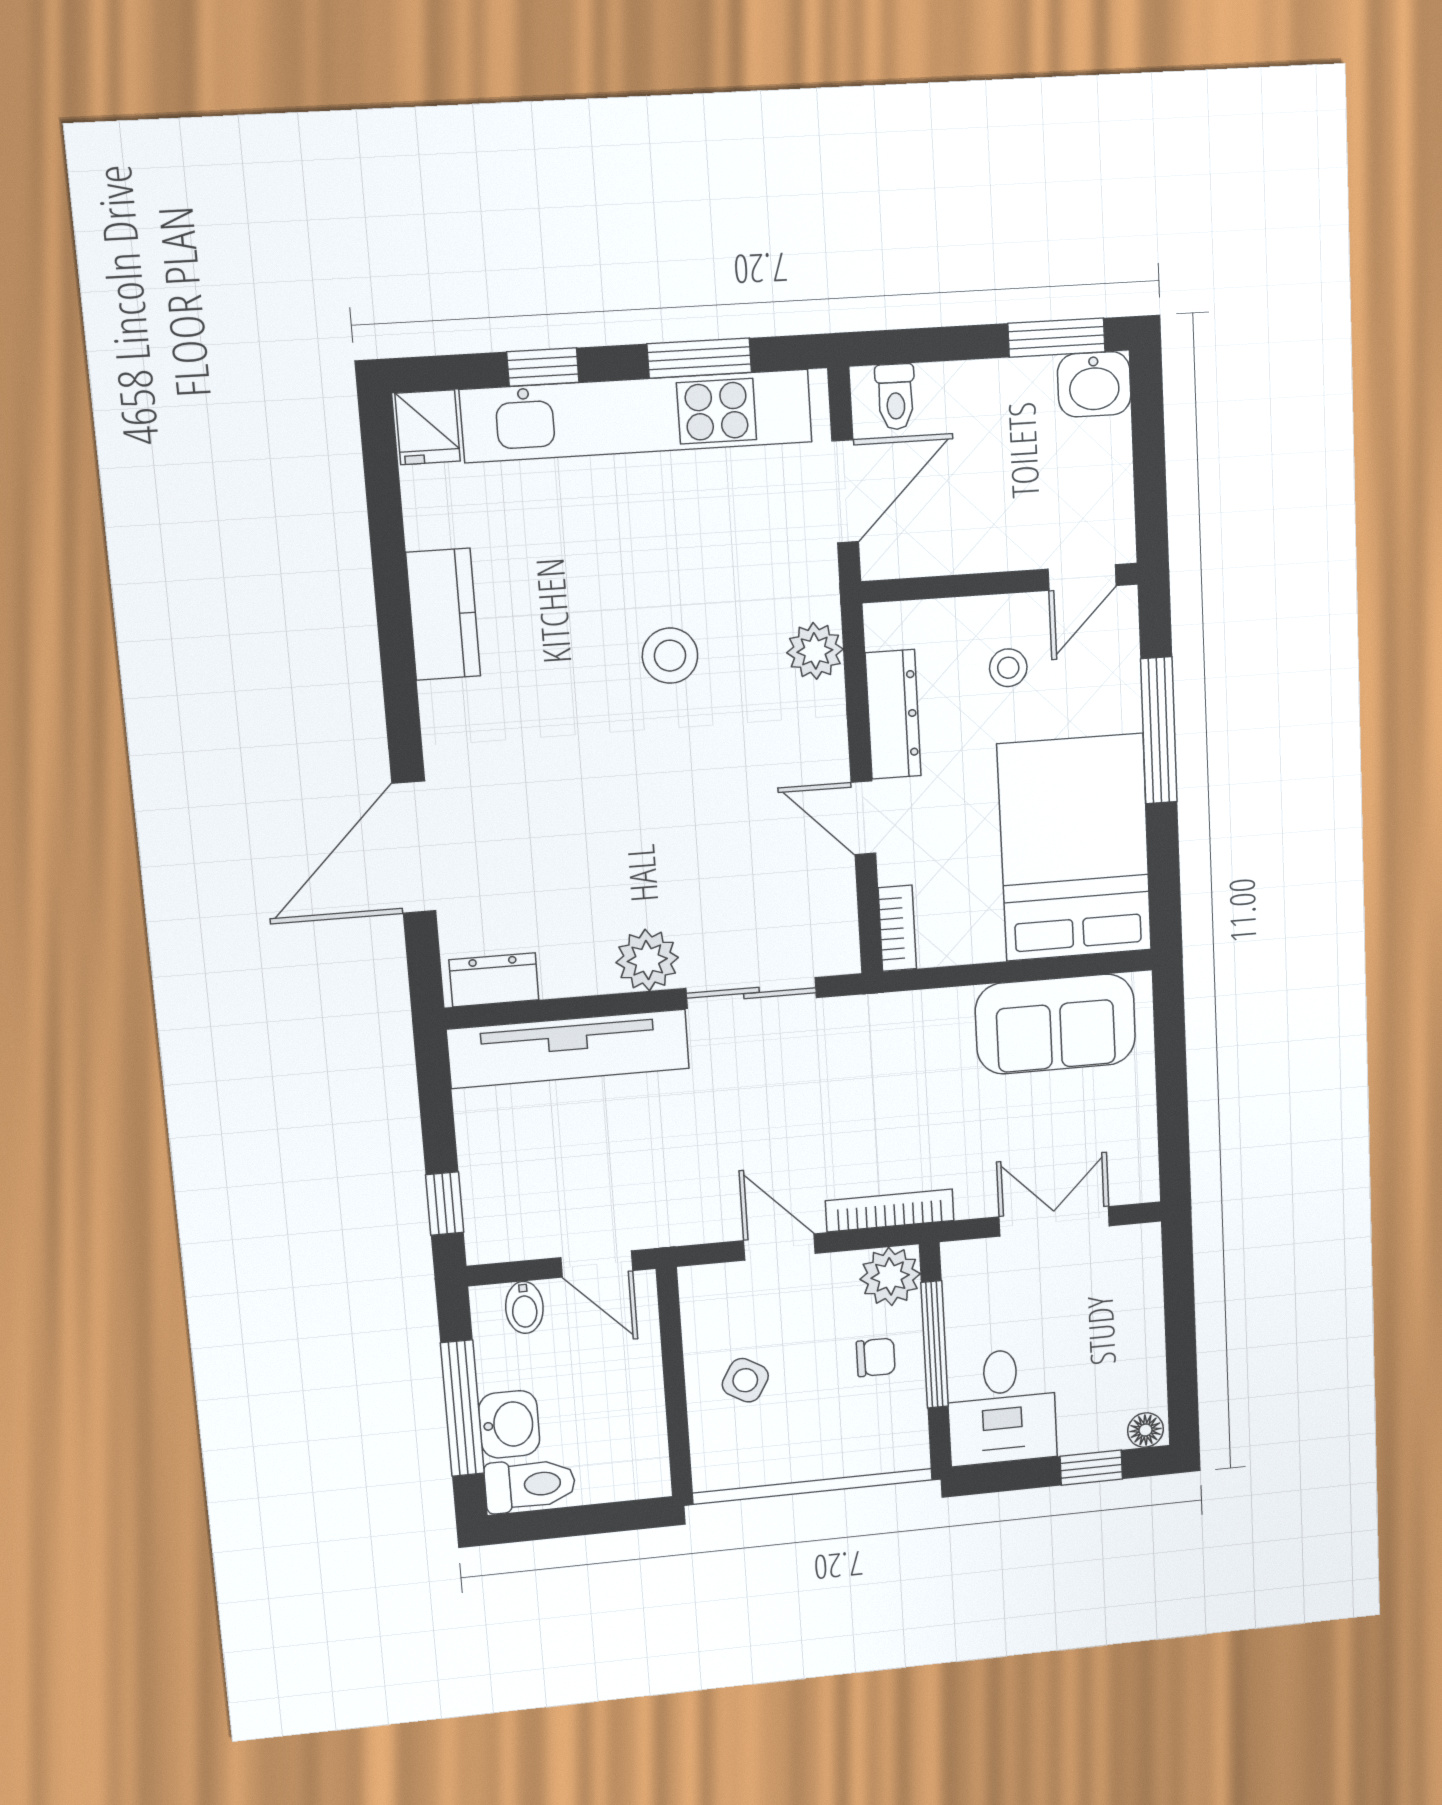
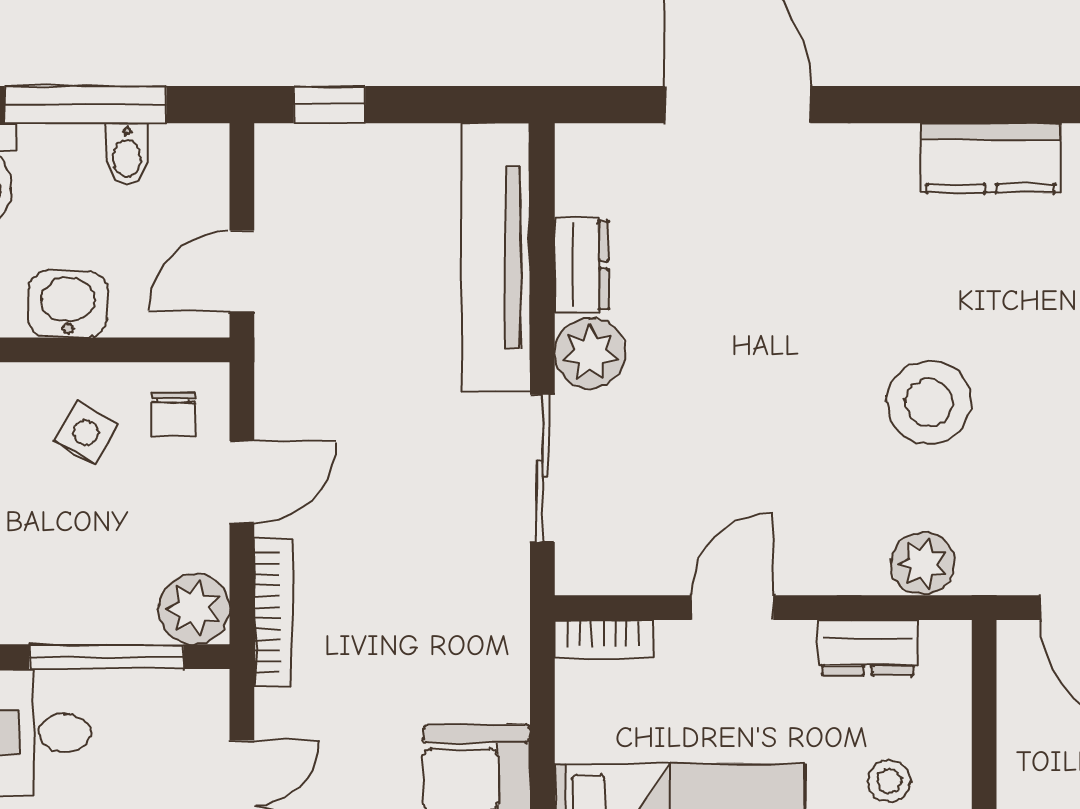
stool: (670, 656) -> (929, 402), width x1.38, depth x1.38
dresser: (893, 714) -> (868, 648), width x0.70
dresser: (494, 980) -> (582, 265), moved
bidet: (524, 1307) -> (127, 154), moved, turned -90
chair: (876, 1357) -> (173, 414), moved
washbasin: (509, 1424) -> (68, 304), moved, turned 180

